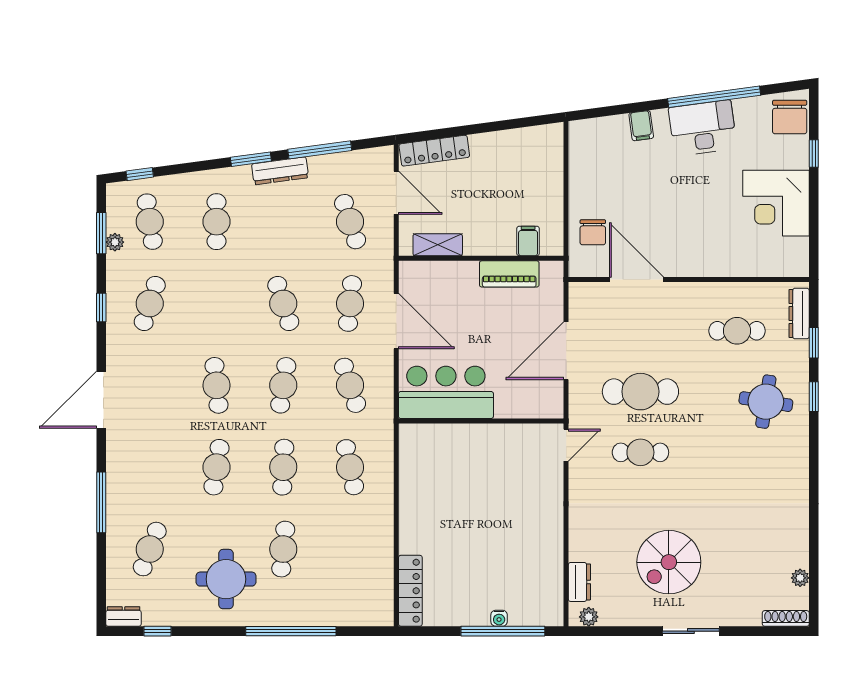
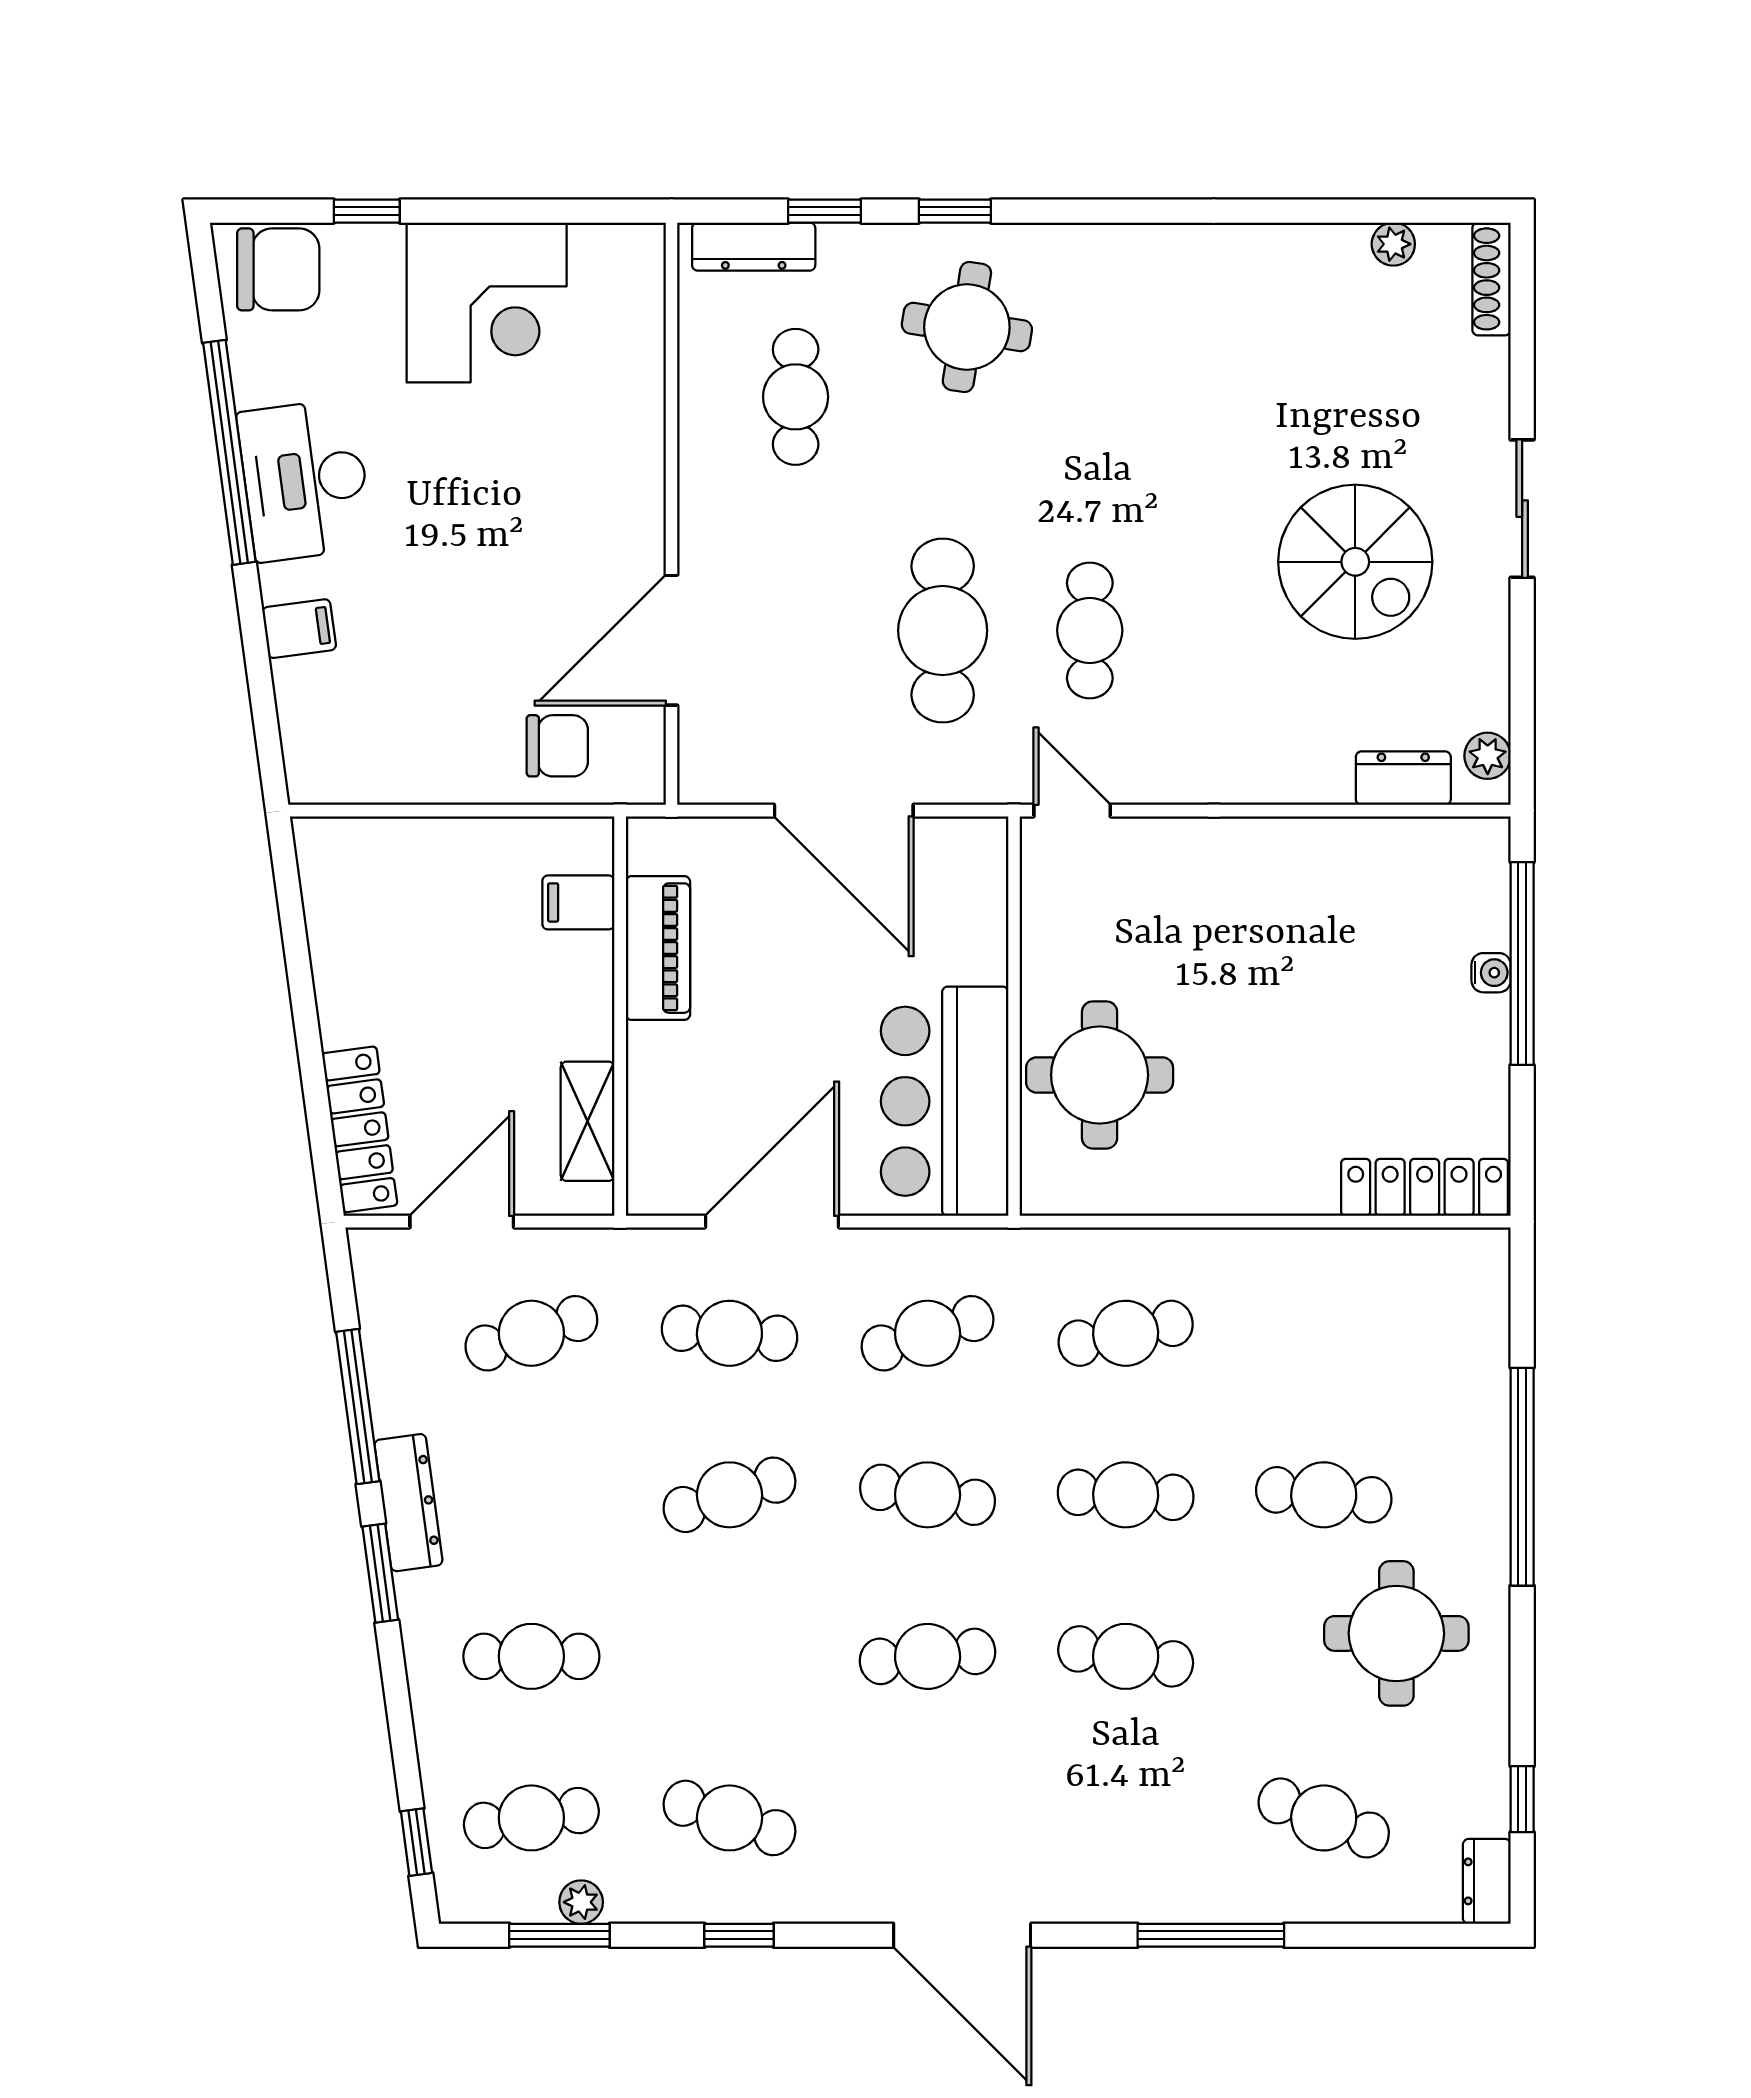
round table: (457, 456) -> (1100, 1075), added

